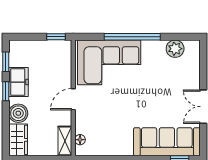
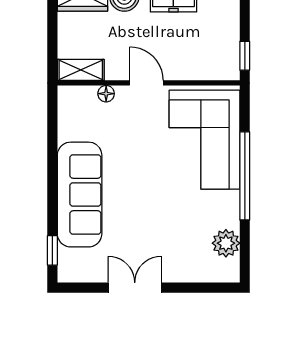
floor lamp: (80, 140) -> (106, 94), moved
sofa: (167, 142) -> (80, 195), moved

